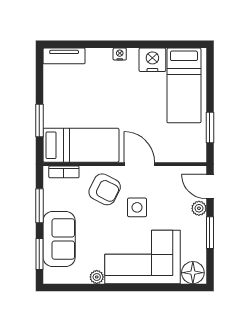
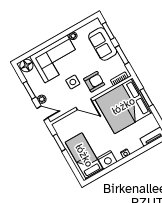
bed: (81, 145) -> (124, 106), width x2.04
armchair: (105, 189) -> (94, 82), turned 153

